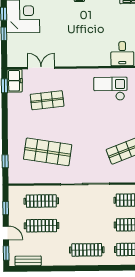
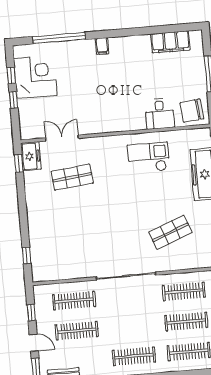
shop shelf: (48, 152) -> (77, 240), removed

